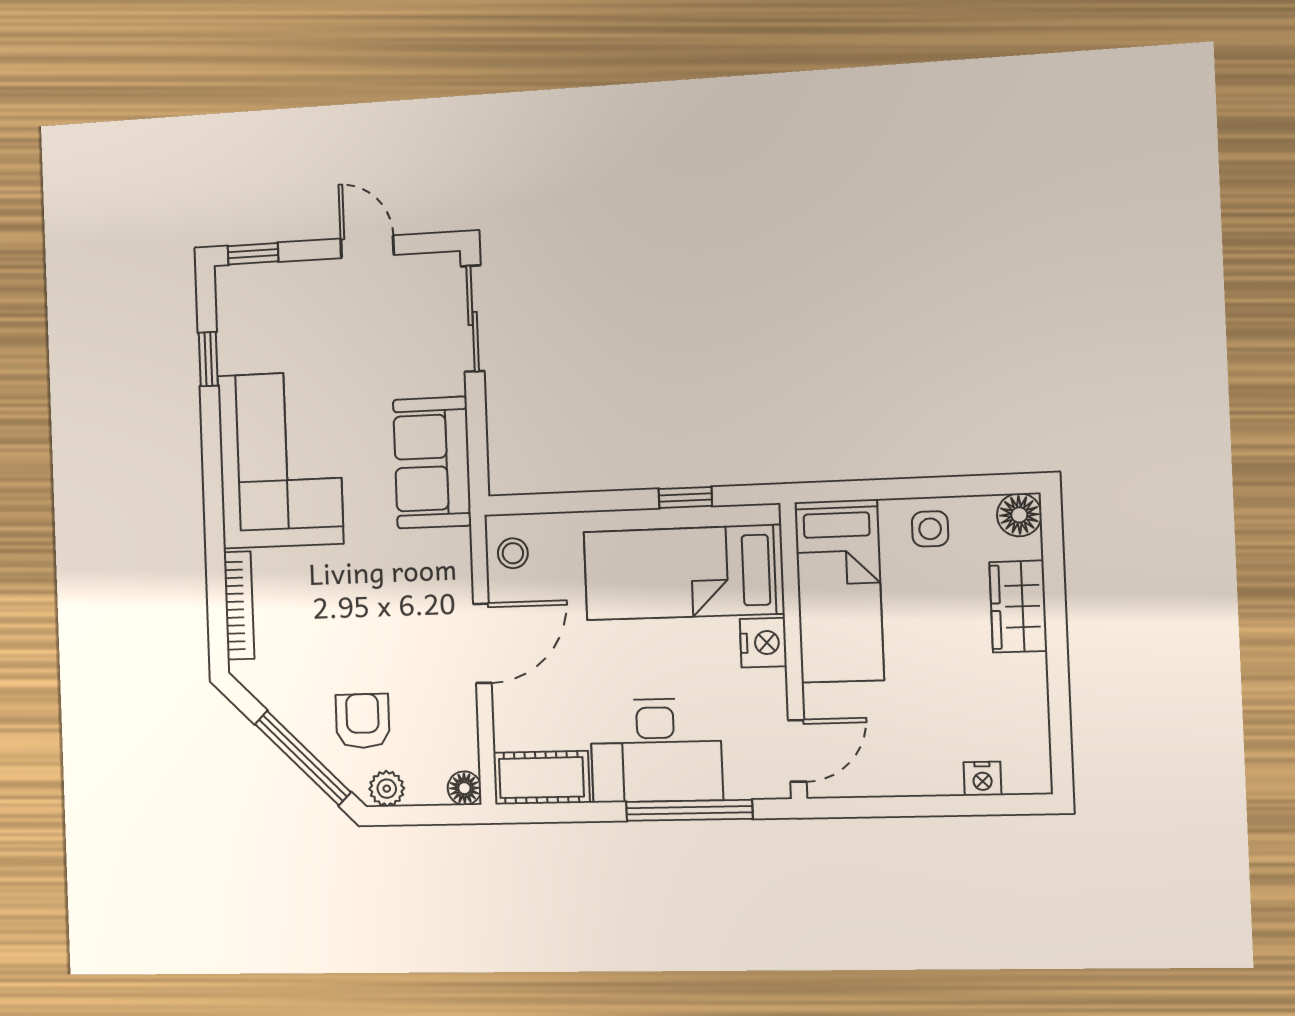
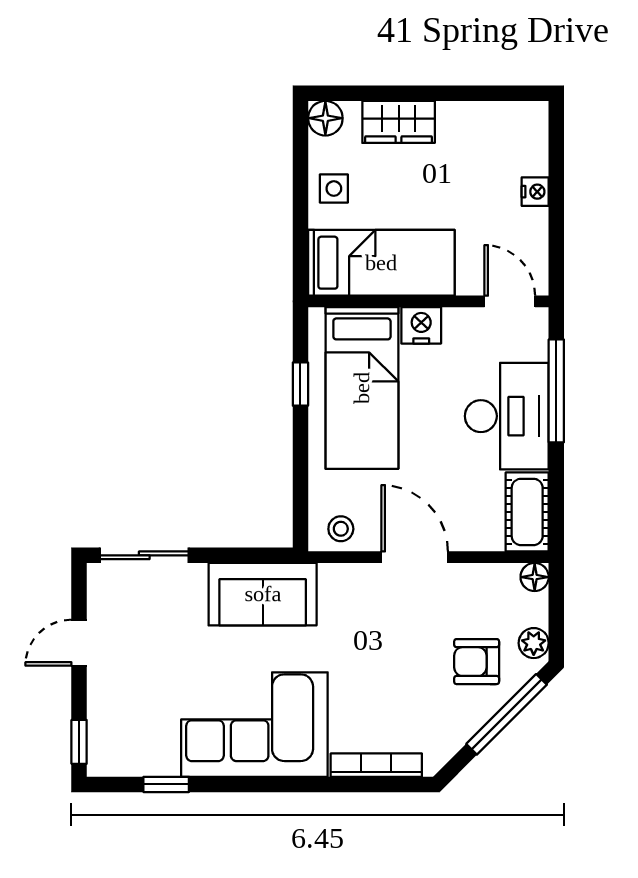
nightstand: (982, 779) -> (535, 192), moved

